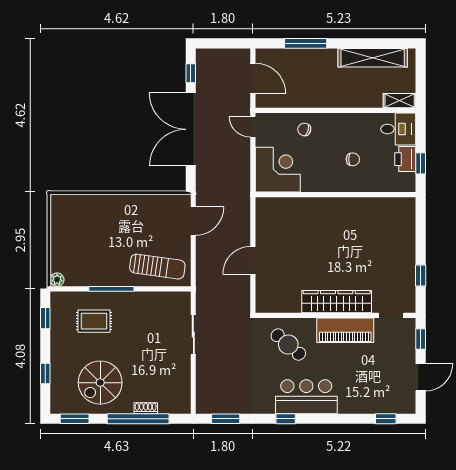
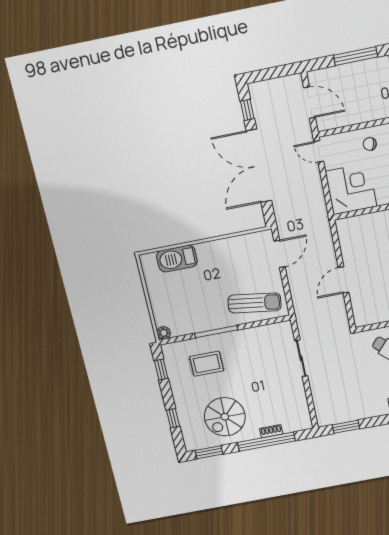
barbecue: (88, 205) -> (177, 259), added

